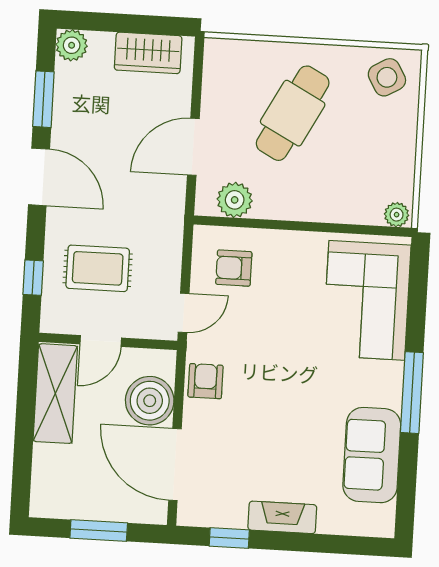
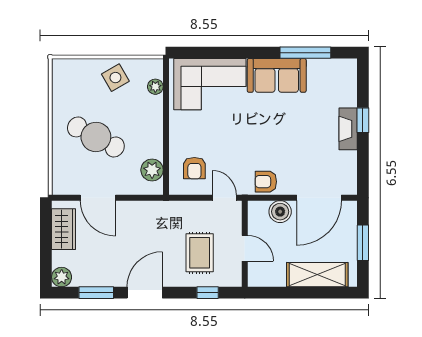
side table: (387, 77) -> (115, 78), moved
door: (193, 147) -> (98, 198), moved
plant: (397, 215) -> (155, 87), moved
window: (412, 393) -> (305, 53), moved
shelving: (55, 394) -> (317, 275), moved
boiler: (150, 401) -> (280, 212), width x0.73, depth x0.73
sofa: (372, 455) -> (277, 75), moved
window: (229, 538) -> (363, 120), moved

